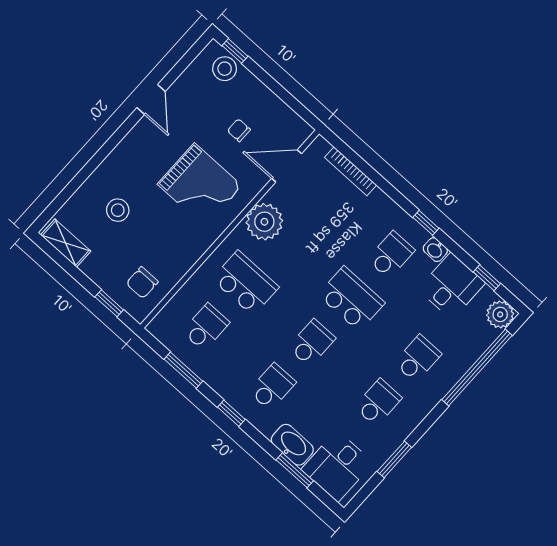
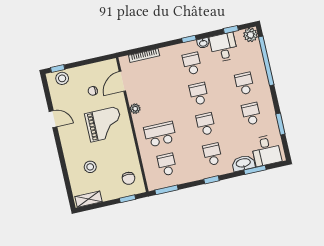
plant: (264, 222) -> (135, 109), width x0.53, depth x0.53
school desk: (351, 299) -> (199, 94), width x0.54
window: (183, 370) -> (167, 190), moved

